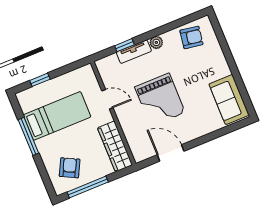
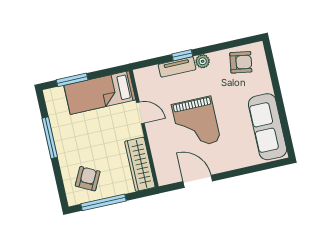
window: (124, 45) -> (182, 55), moved
window: (40, 80) -> (72, 80), width x1.50
sofa: (229, 100) -> (268, 127), width x1.36
bed: (57, 116) -> (100, 93), moved, turned 180

